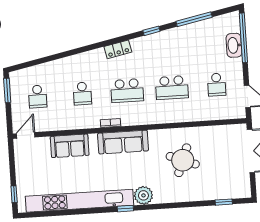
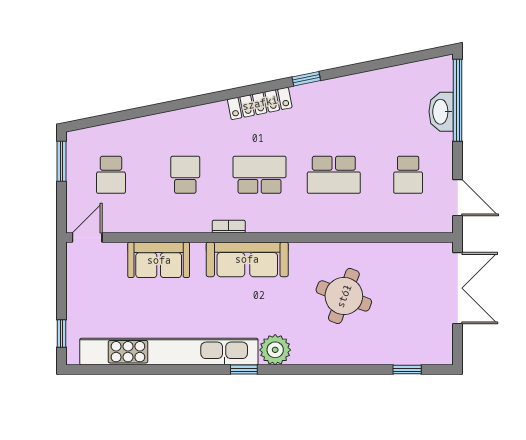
window: (194, 19) -> (378, 64), removed
locker: (118, 49) -> (260, 103), width x1.53
school desk: (127, 91) -> (260, 175), turned 180
school desk: (82, 94) -> (185, 175), turned 180

